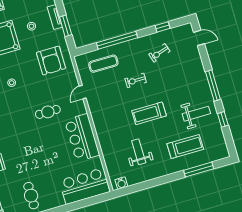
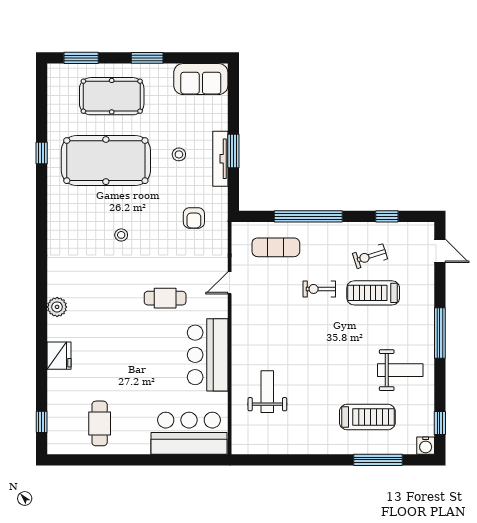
tv unit: (55, 17) -> (220, 159), width x1.41
window: (66, 26) -> (233, 151), moved
armchair: (51, 61) -> (194, 218), width x0.53, depth x0.53
treadmill: (149, 113) -> (373, 293), moved
window: (223, 119) -> (440, 423), moved
weight bench: (139, 152) -> (267, 392), moved
water cooler: (121, 183) -> (426, 446), moved

